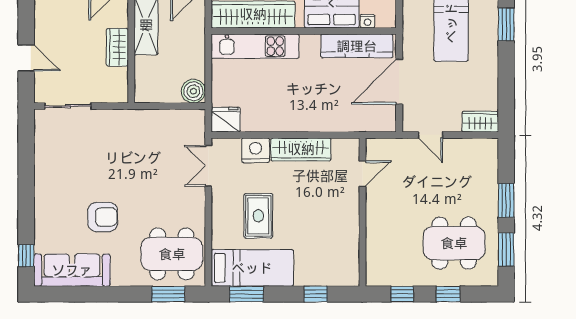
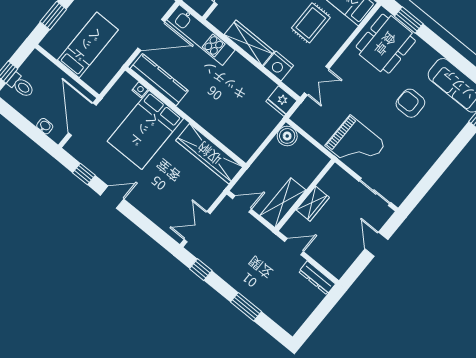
kitchen unit: (255, 46) -> (201, 35), moved, turned 180
grand piano: (122, 136) -> (356, 145), added
dining table: (172, 254) -> (386, 44), turned 90

